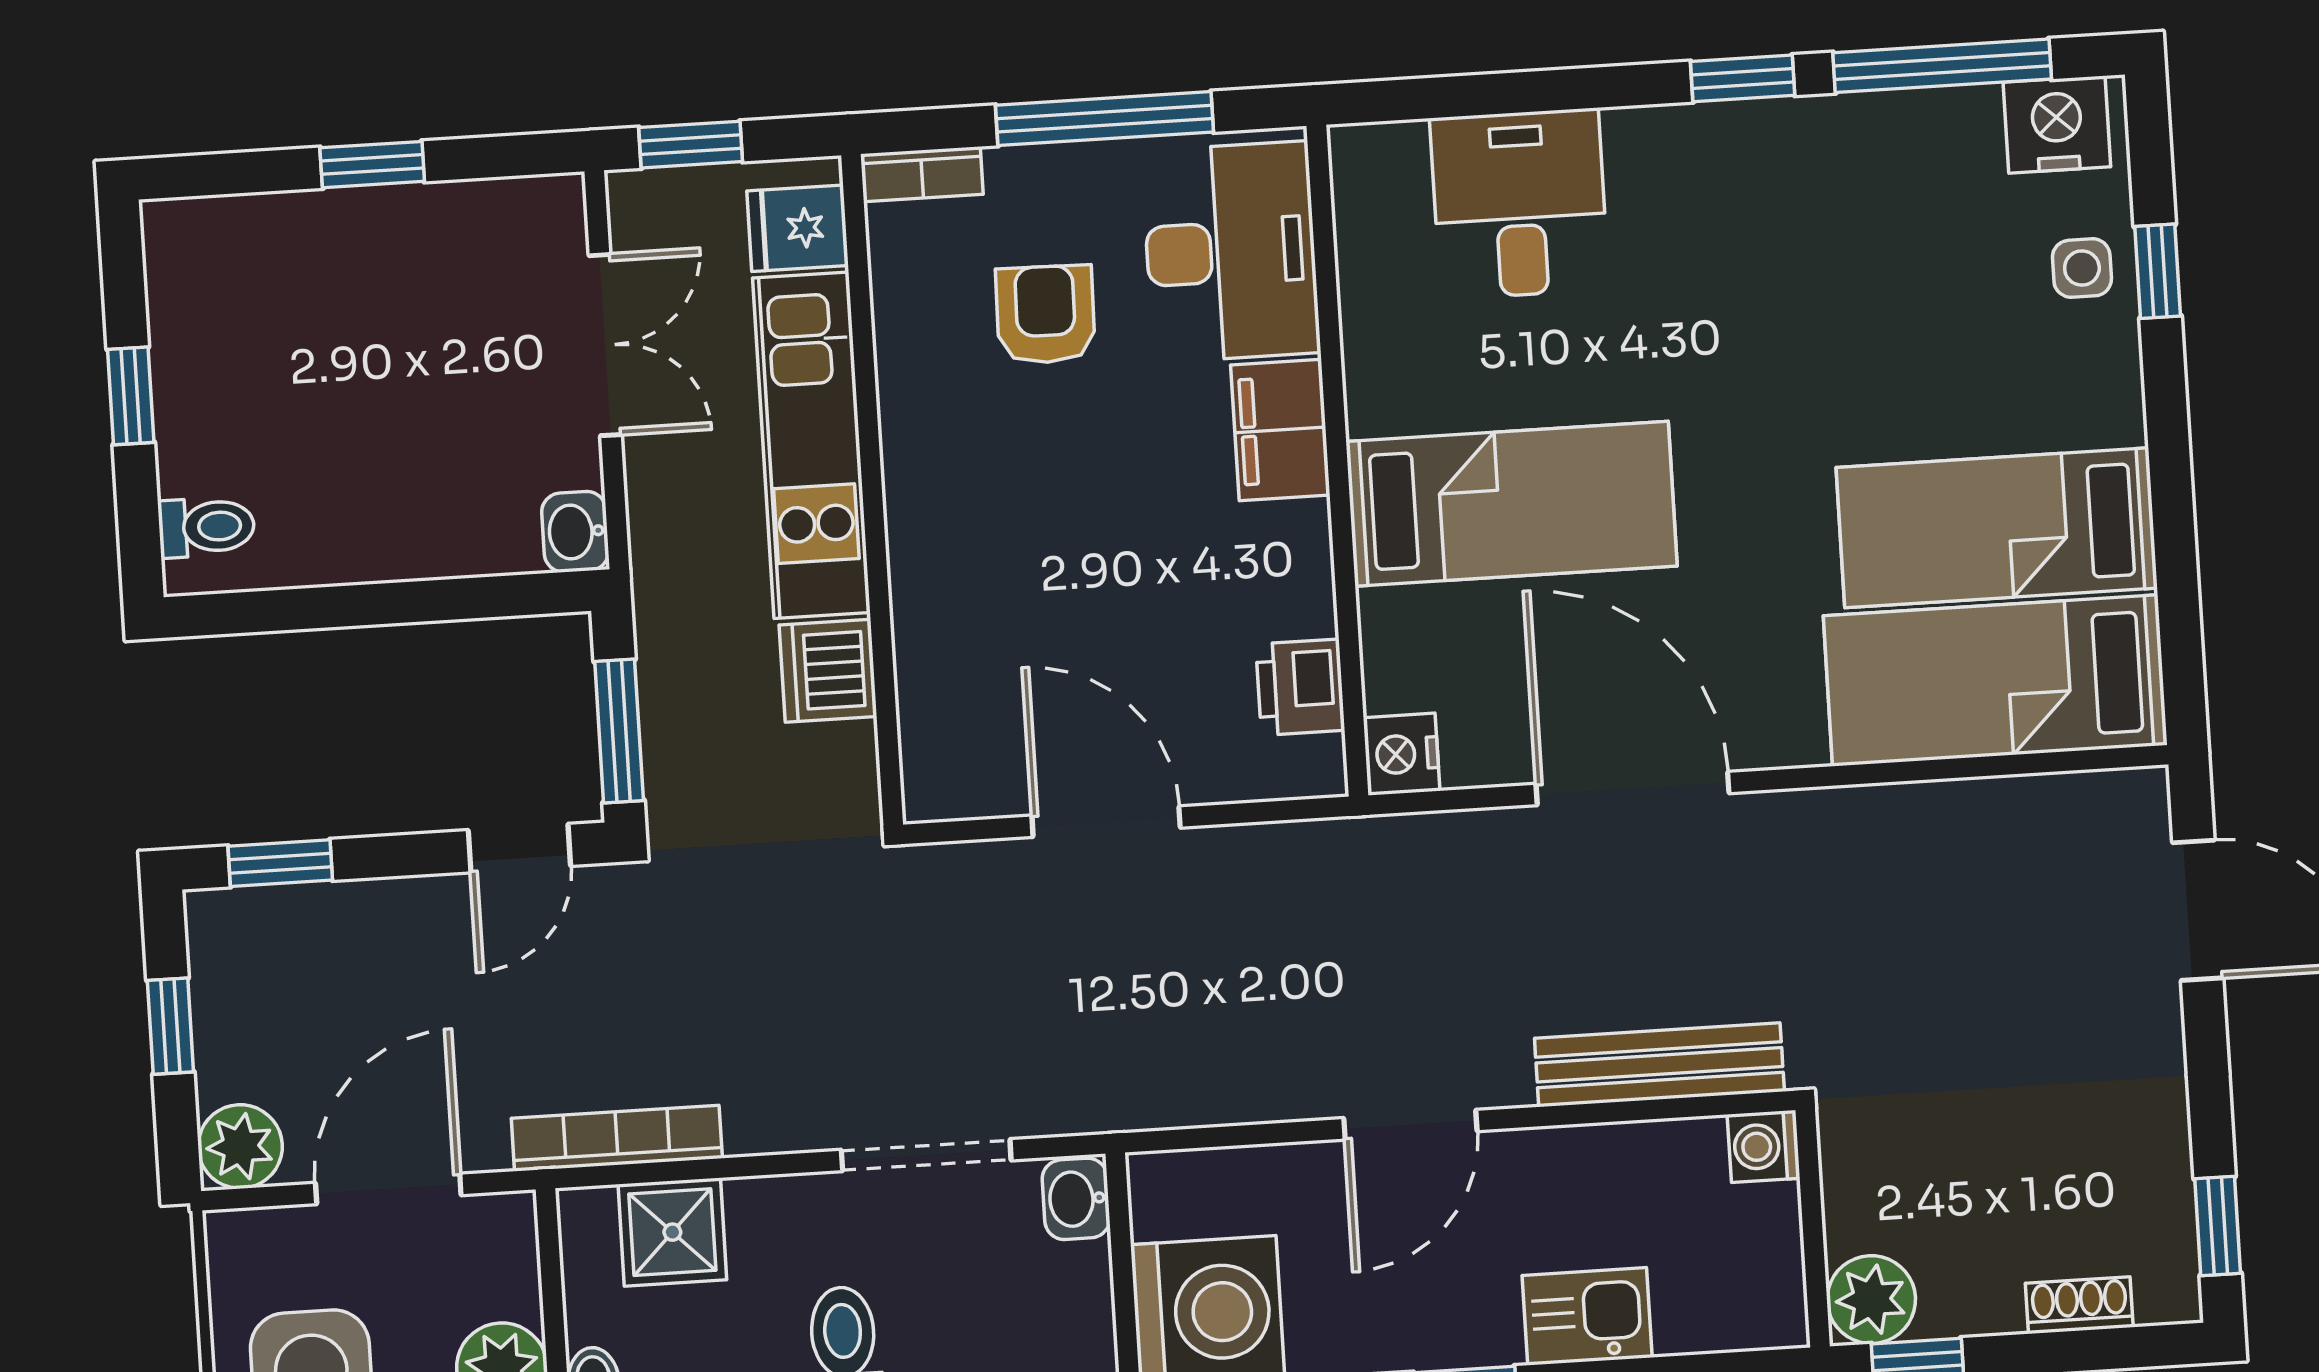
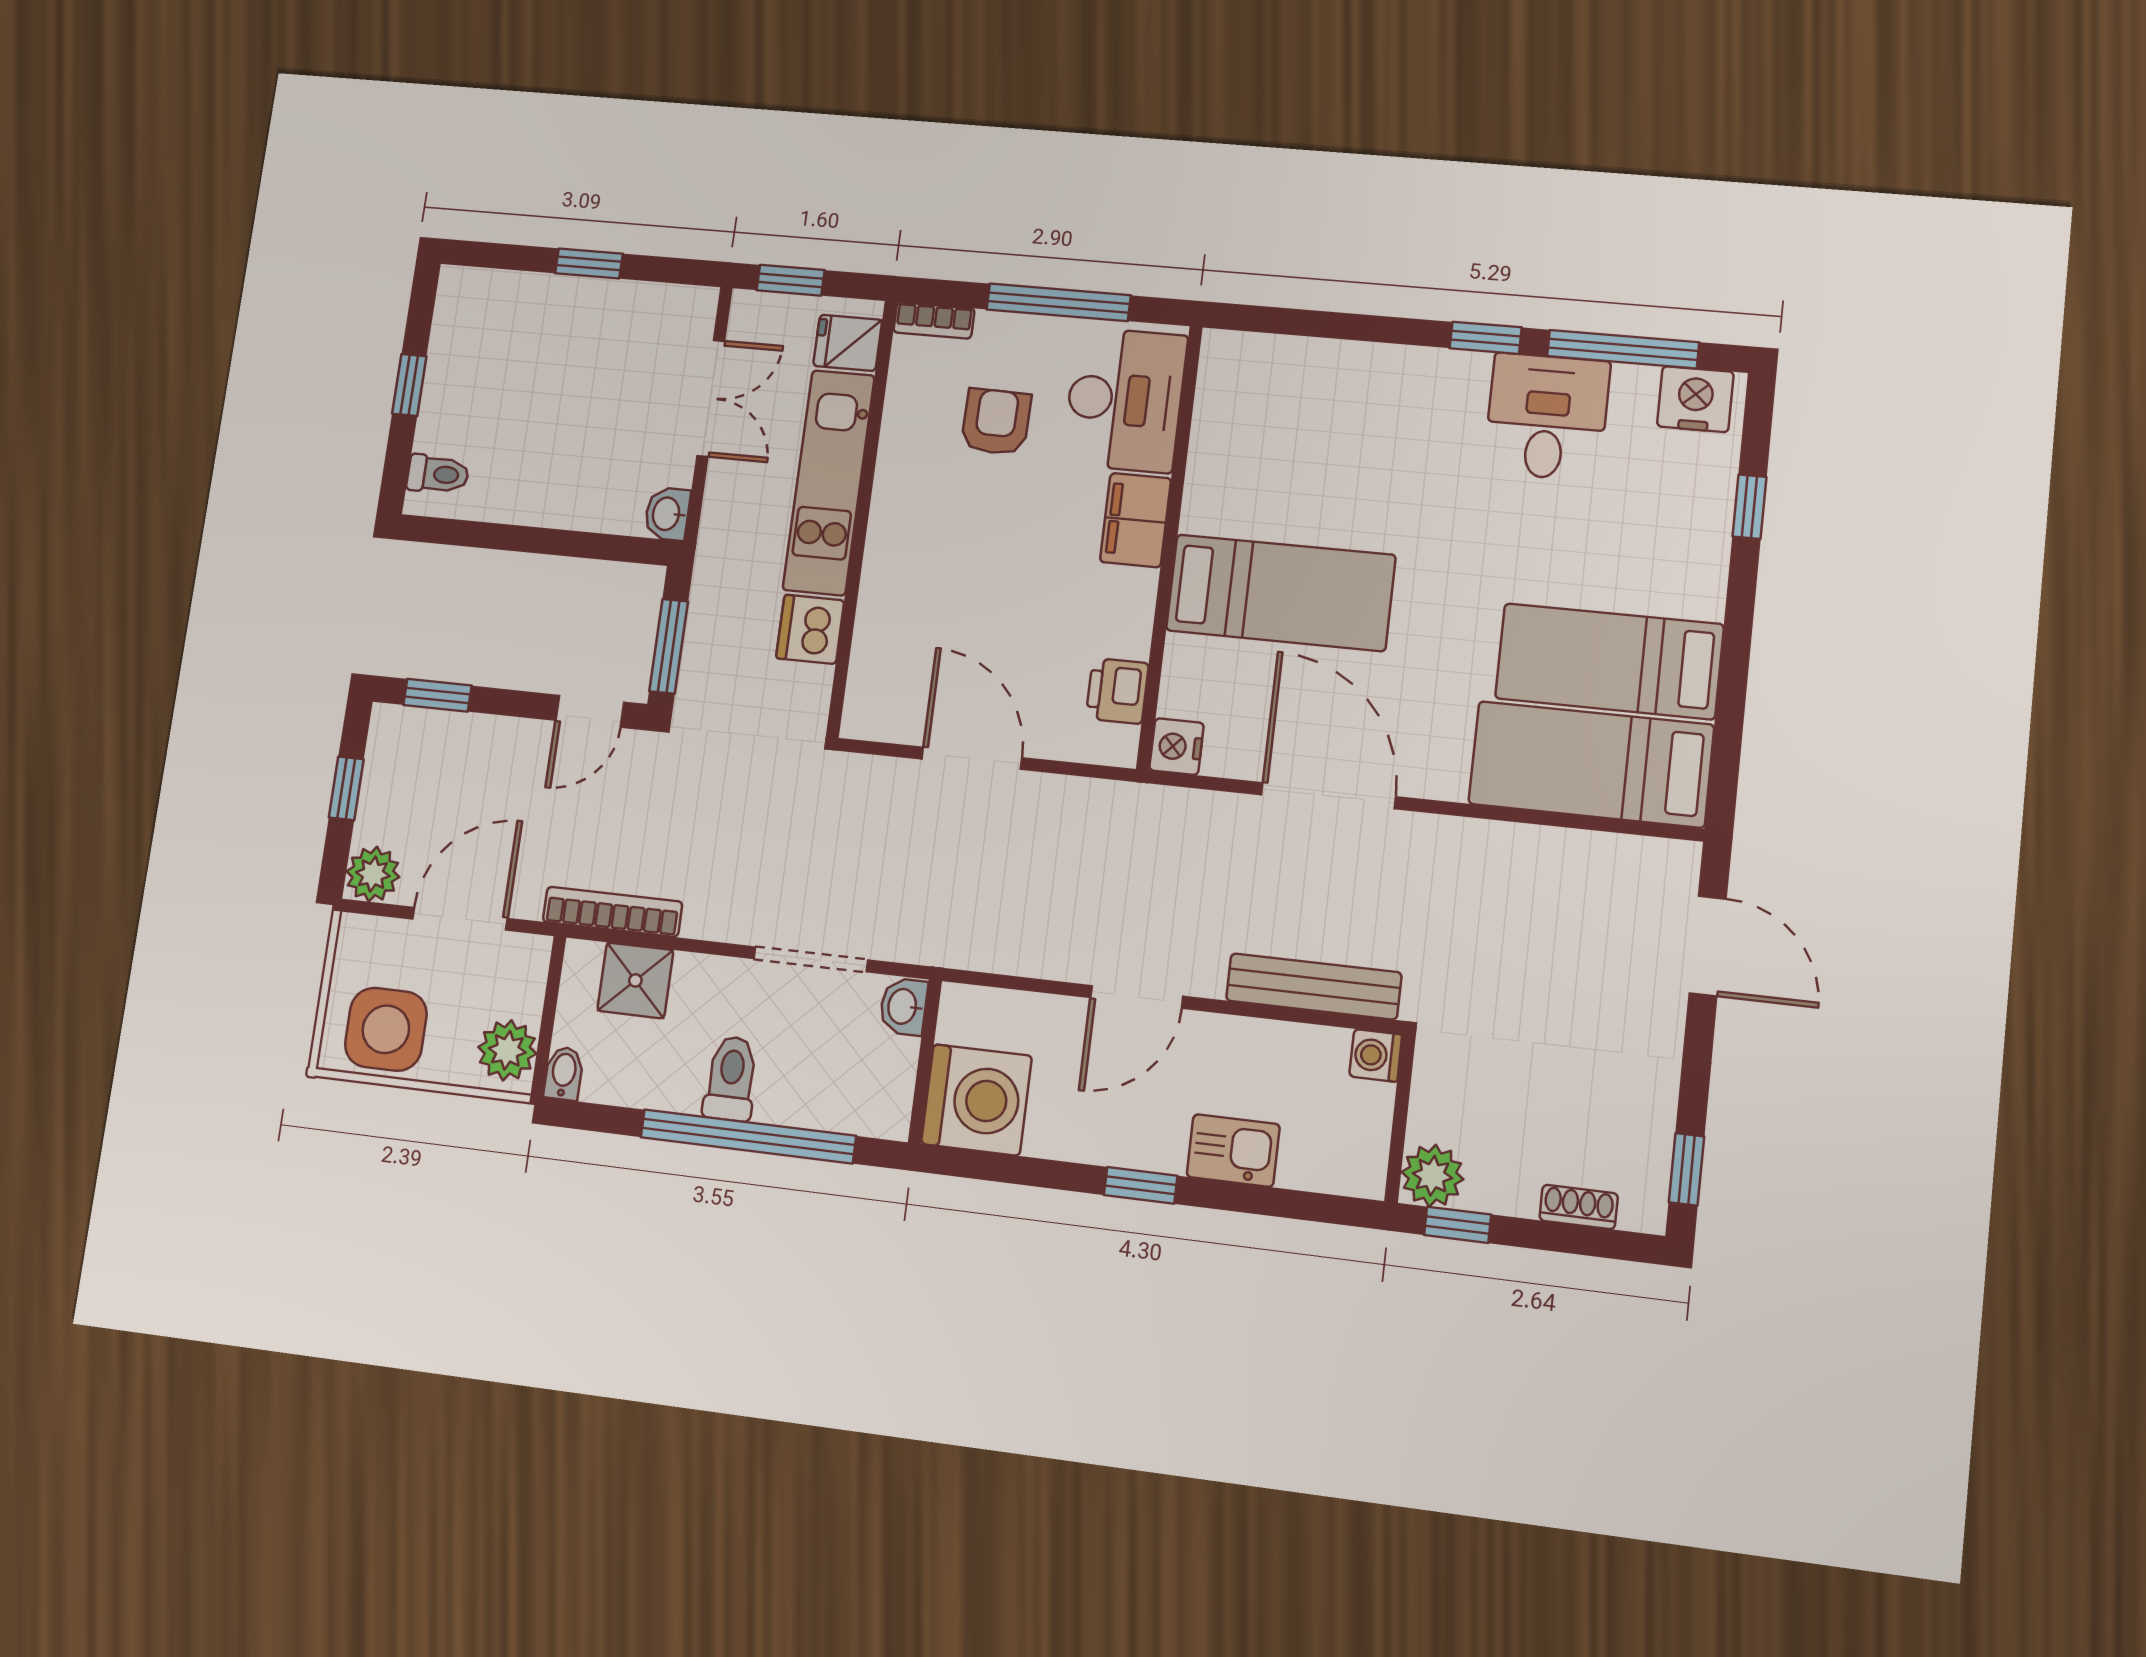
desk: (1519, 204) -> (1547, 417), moved
side table: (2082, 268) -> (1697, 497), removed

